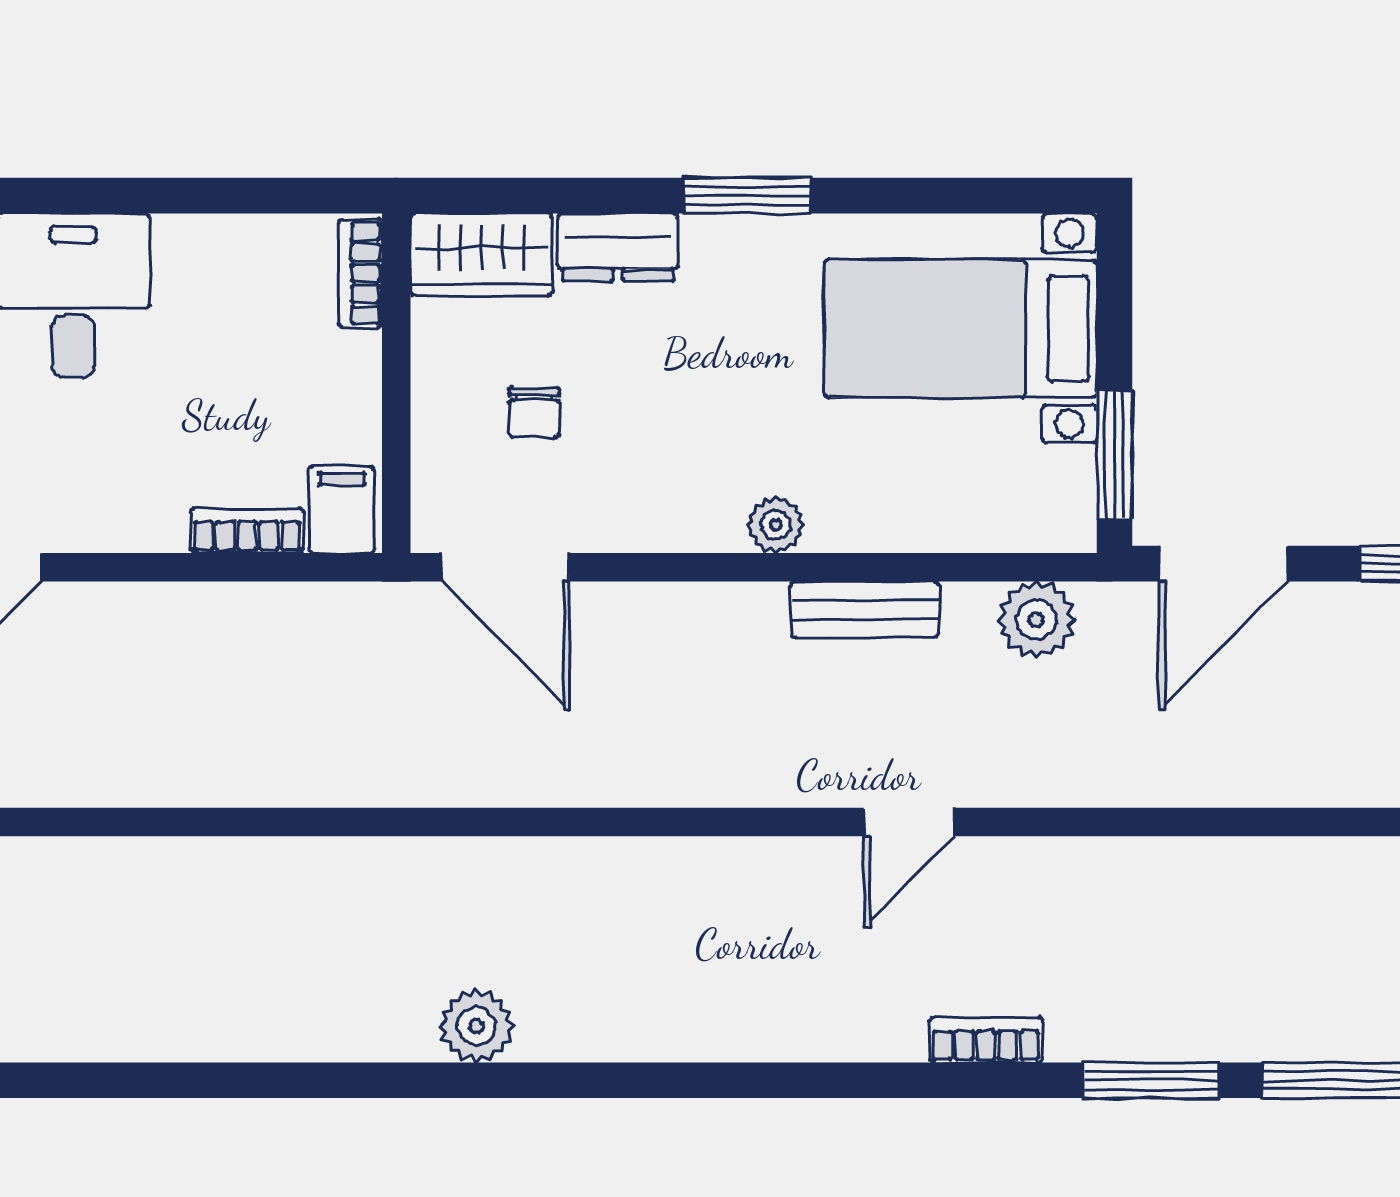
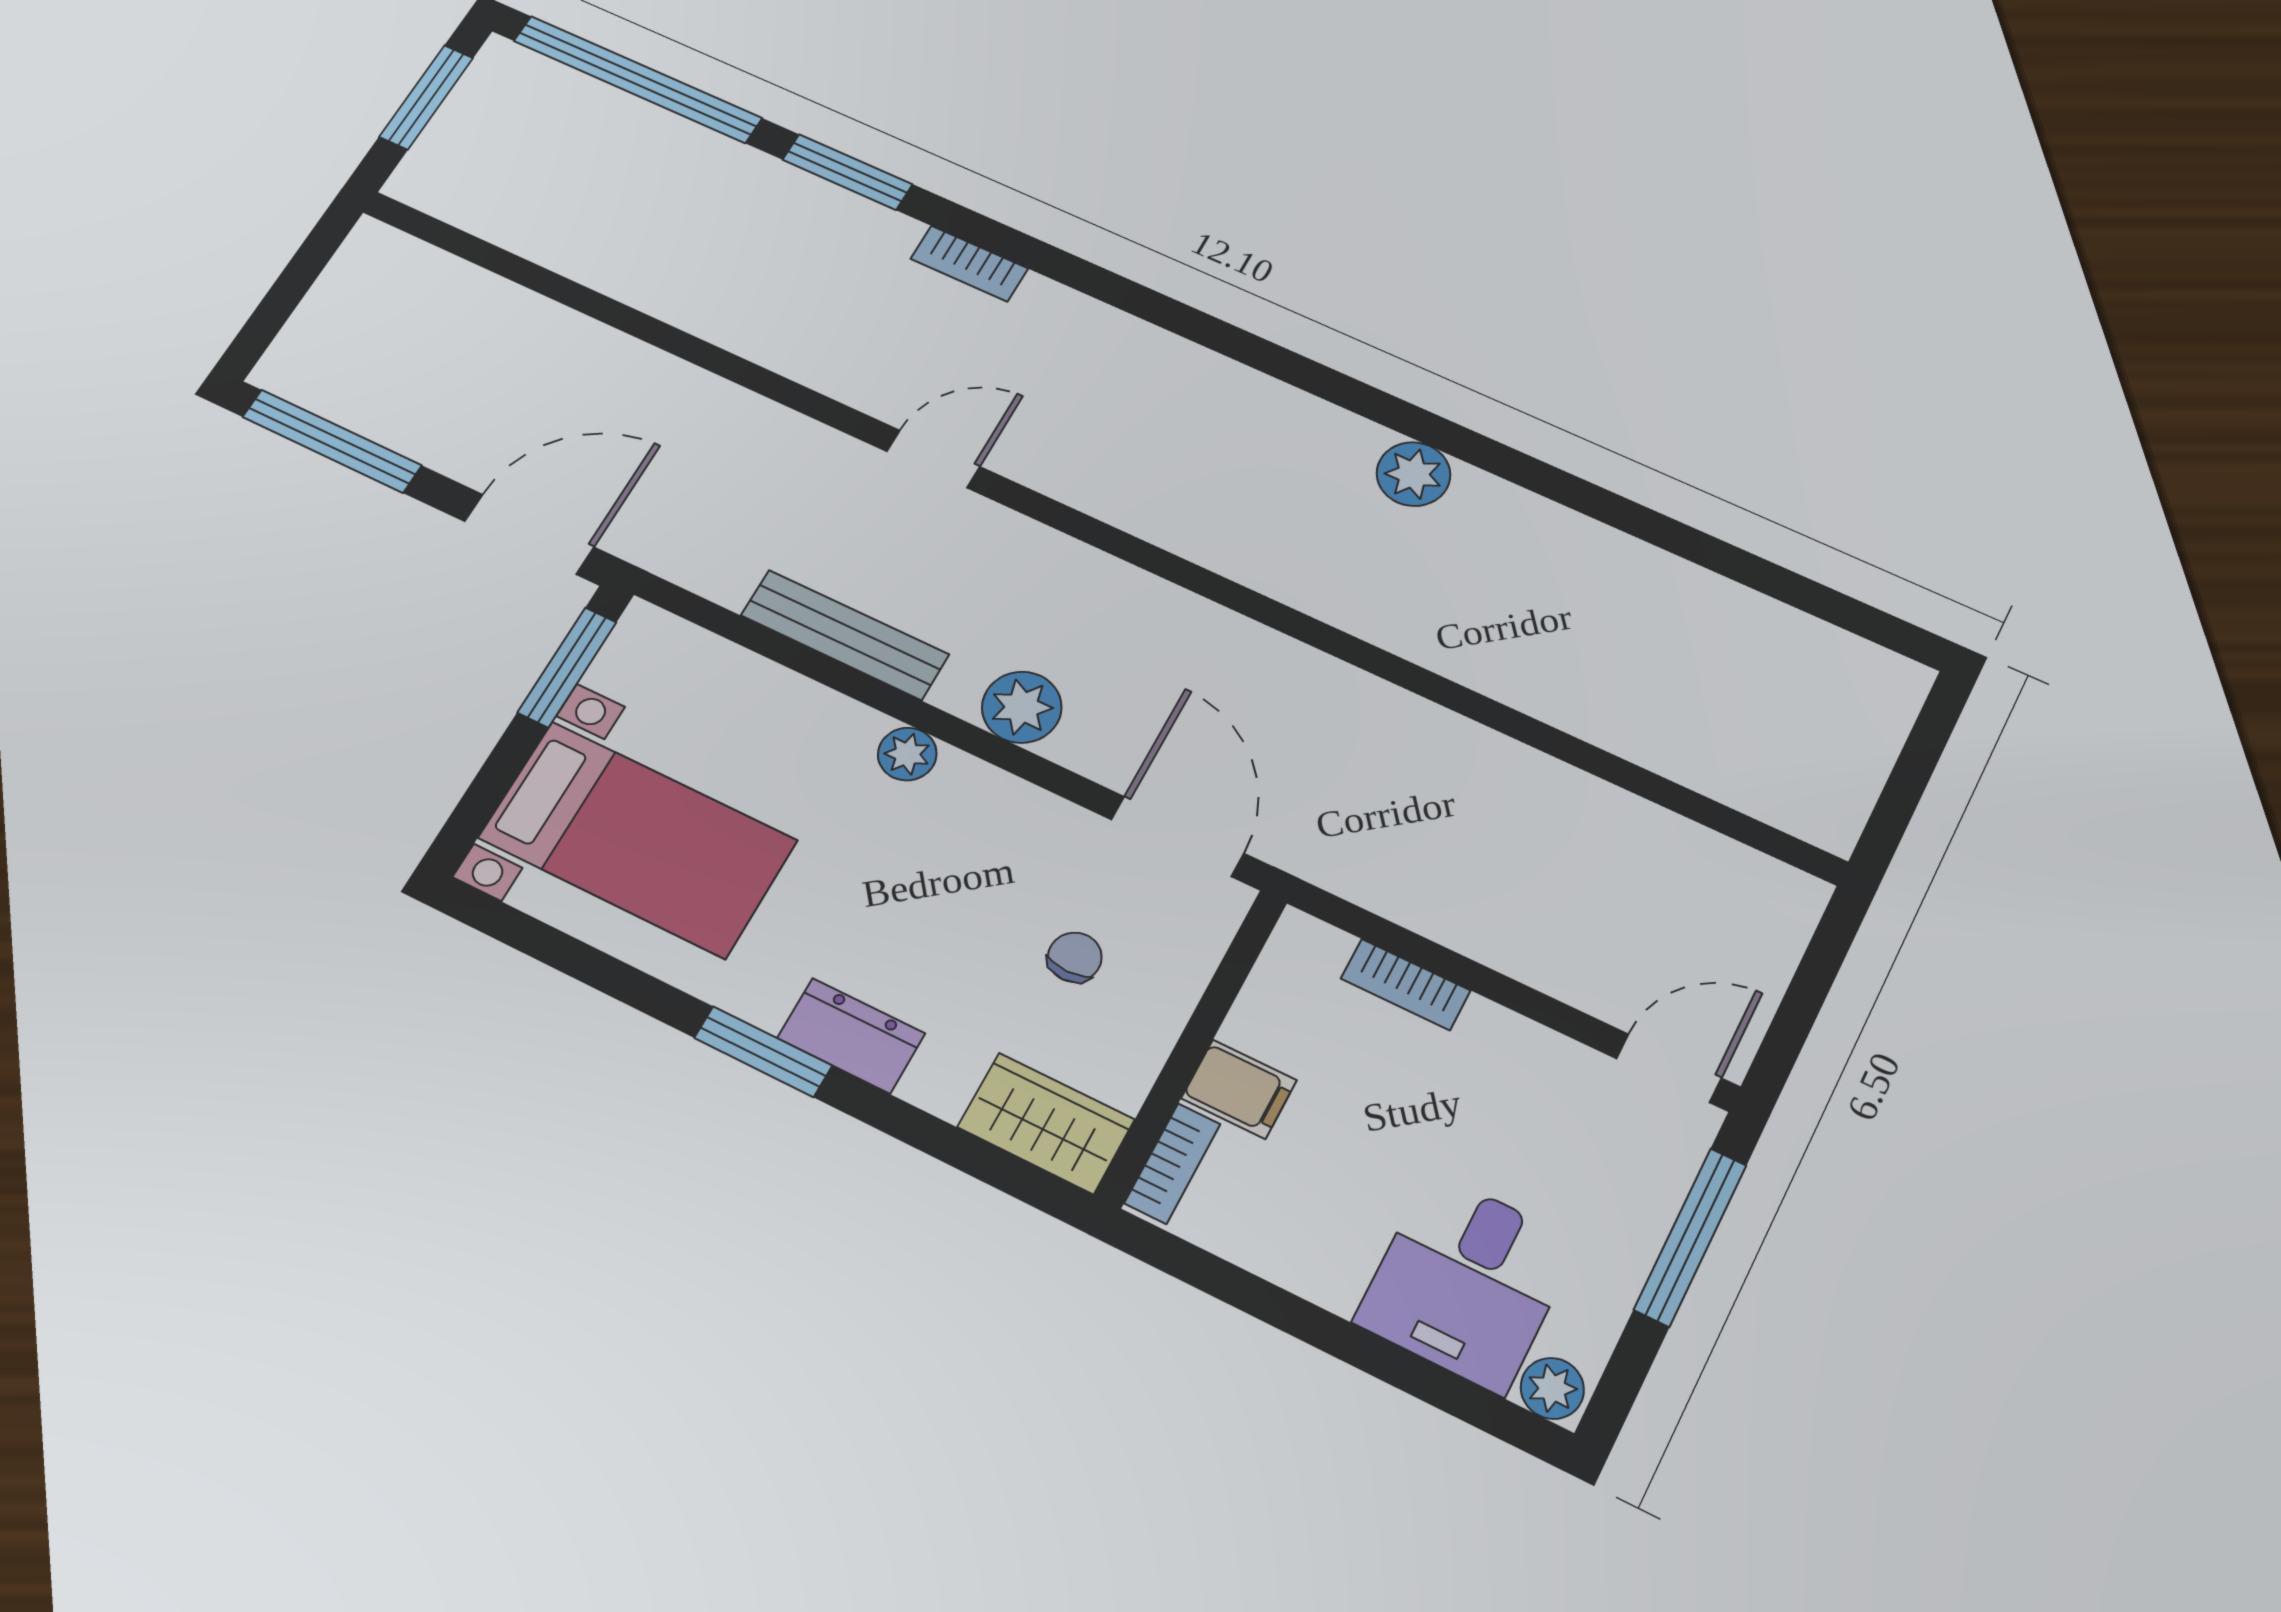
dresser: (618, 247) -> (851, 1036), moved
filing cabinet: (342, 510) -> (1239, 1089), moved, turned -90
bench: (865, 610) -> (845, 635), width x1.36
plant: (1037, 620) -> (1022, 707), moved

